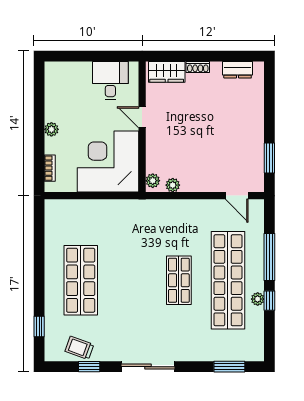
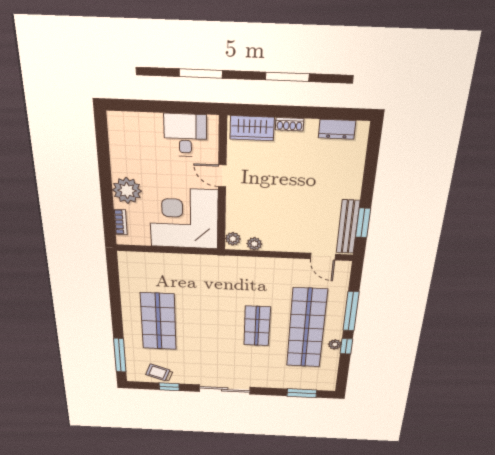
plant: (51, 129) -> (127, 191), width x1.88, depth x1.88
bench: (256, 163) -> (348, 227), added
window: (39, 326) -> (120, 355), width x2.17

